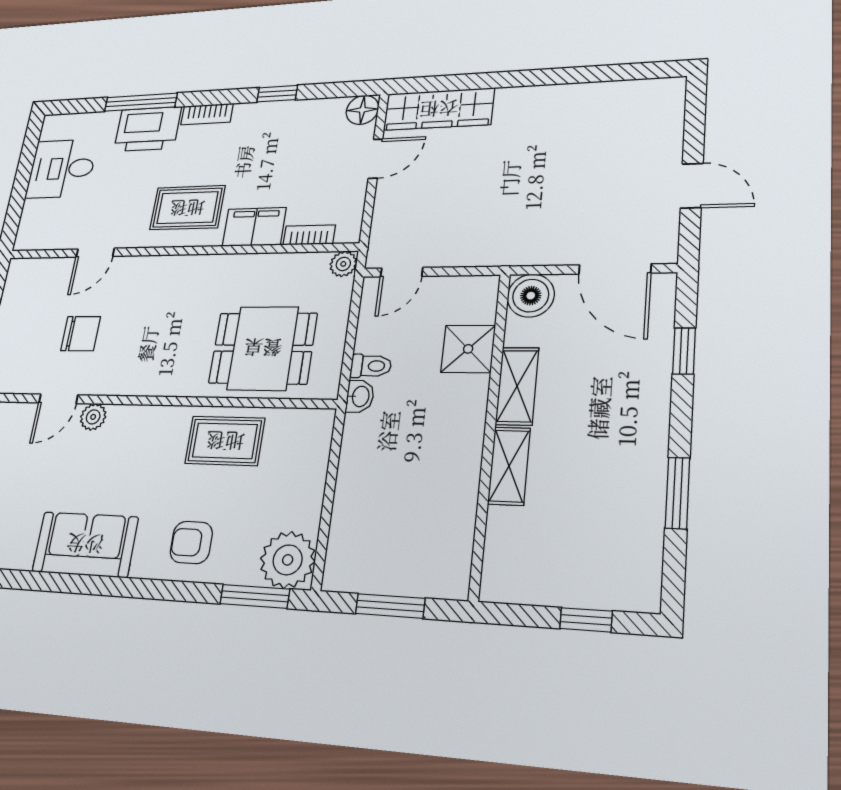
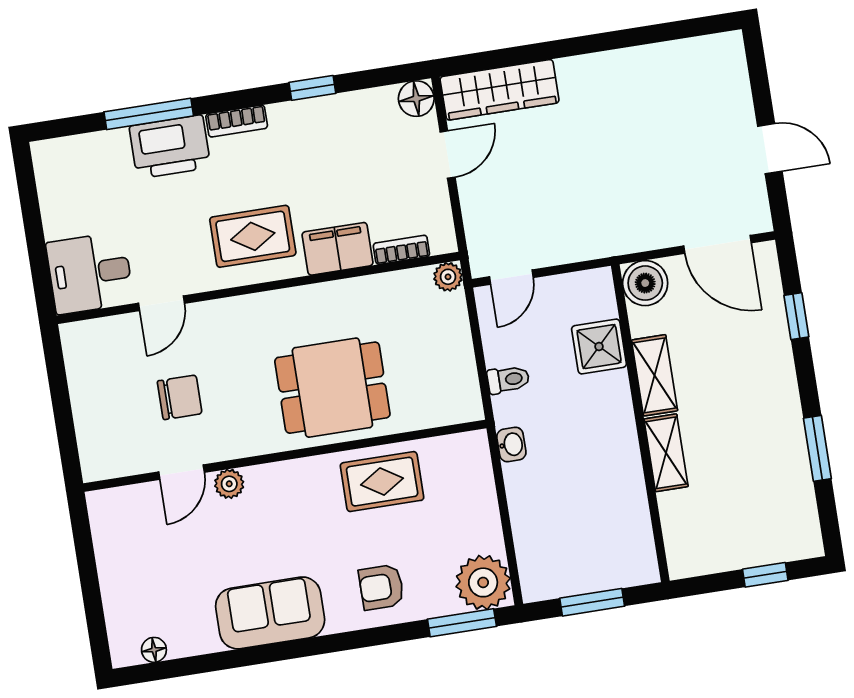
desk: (62, 169) -> (90, 273), moved
dining table: (263, 348) -> (332, 388), moved
washbasin: (360, 396) -> (511, 445), moved

